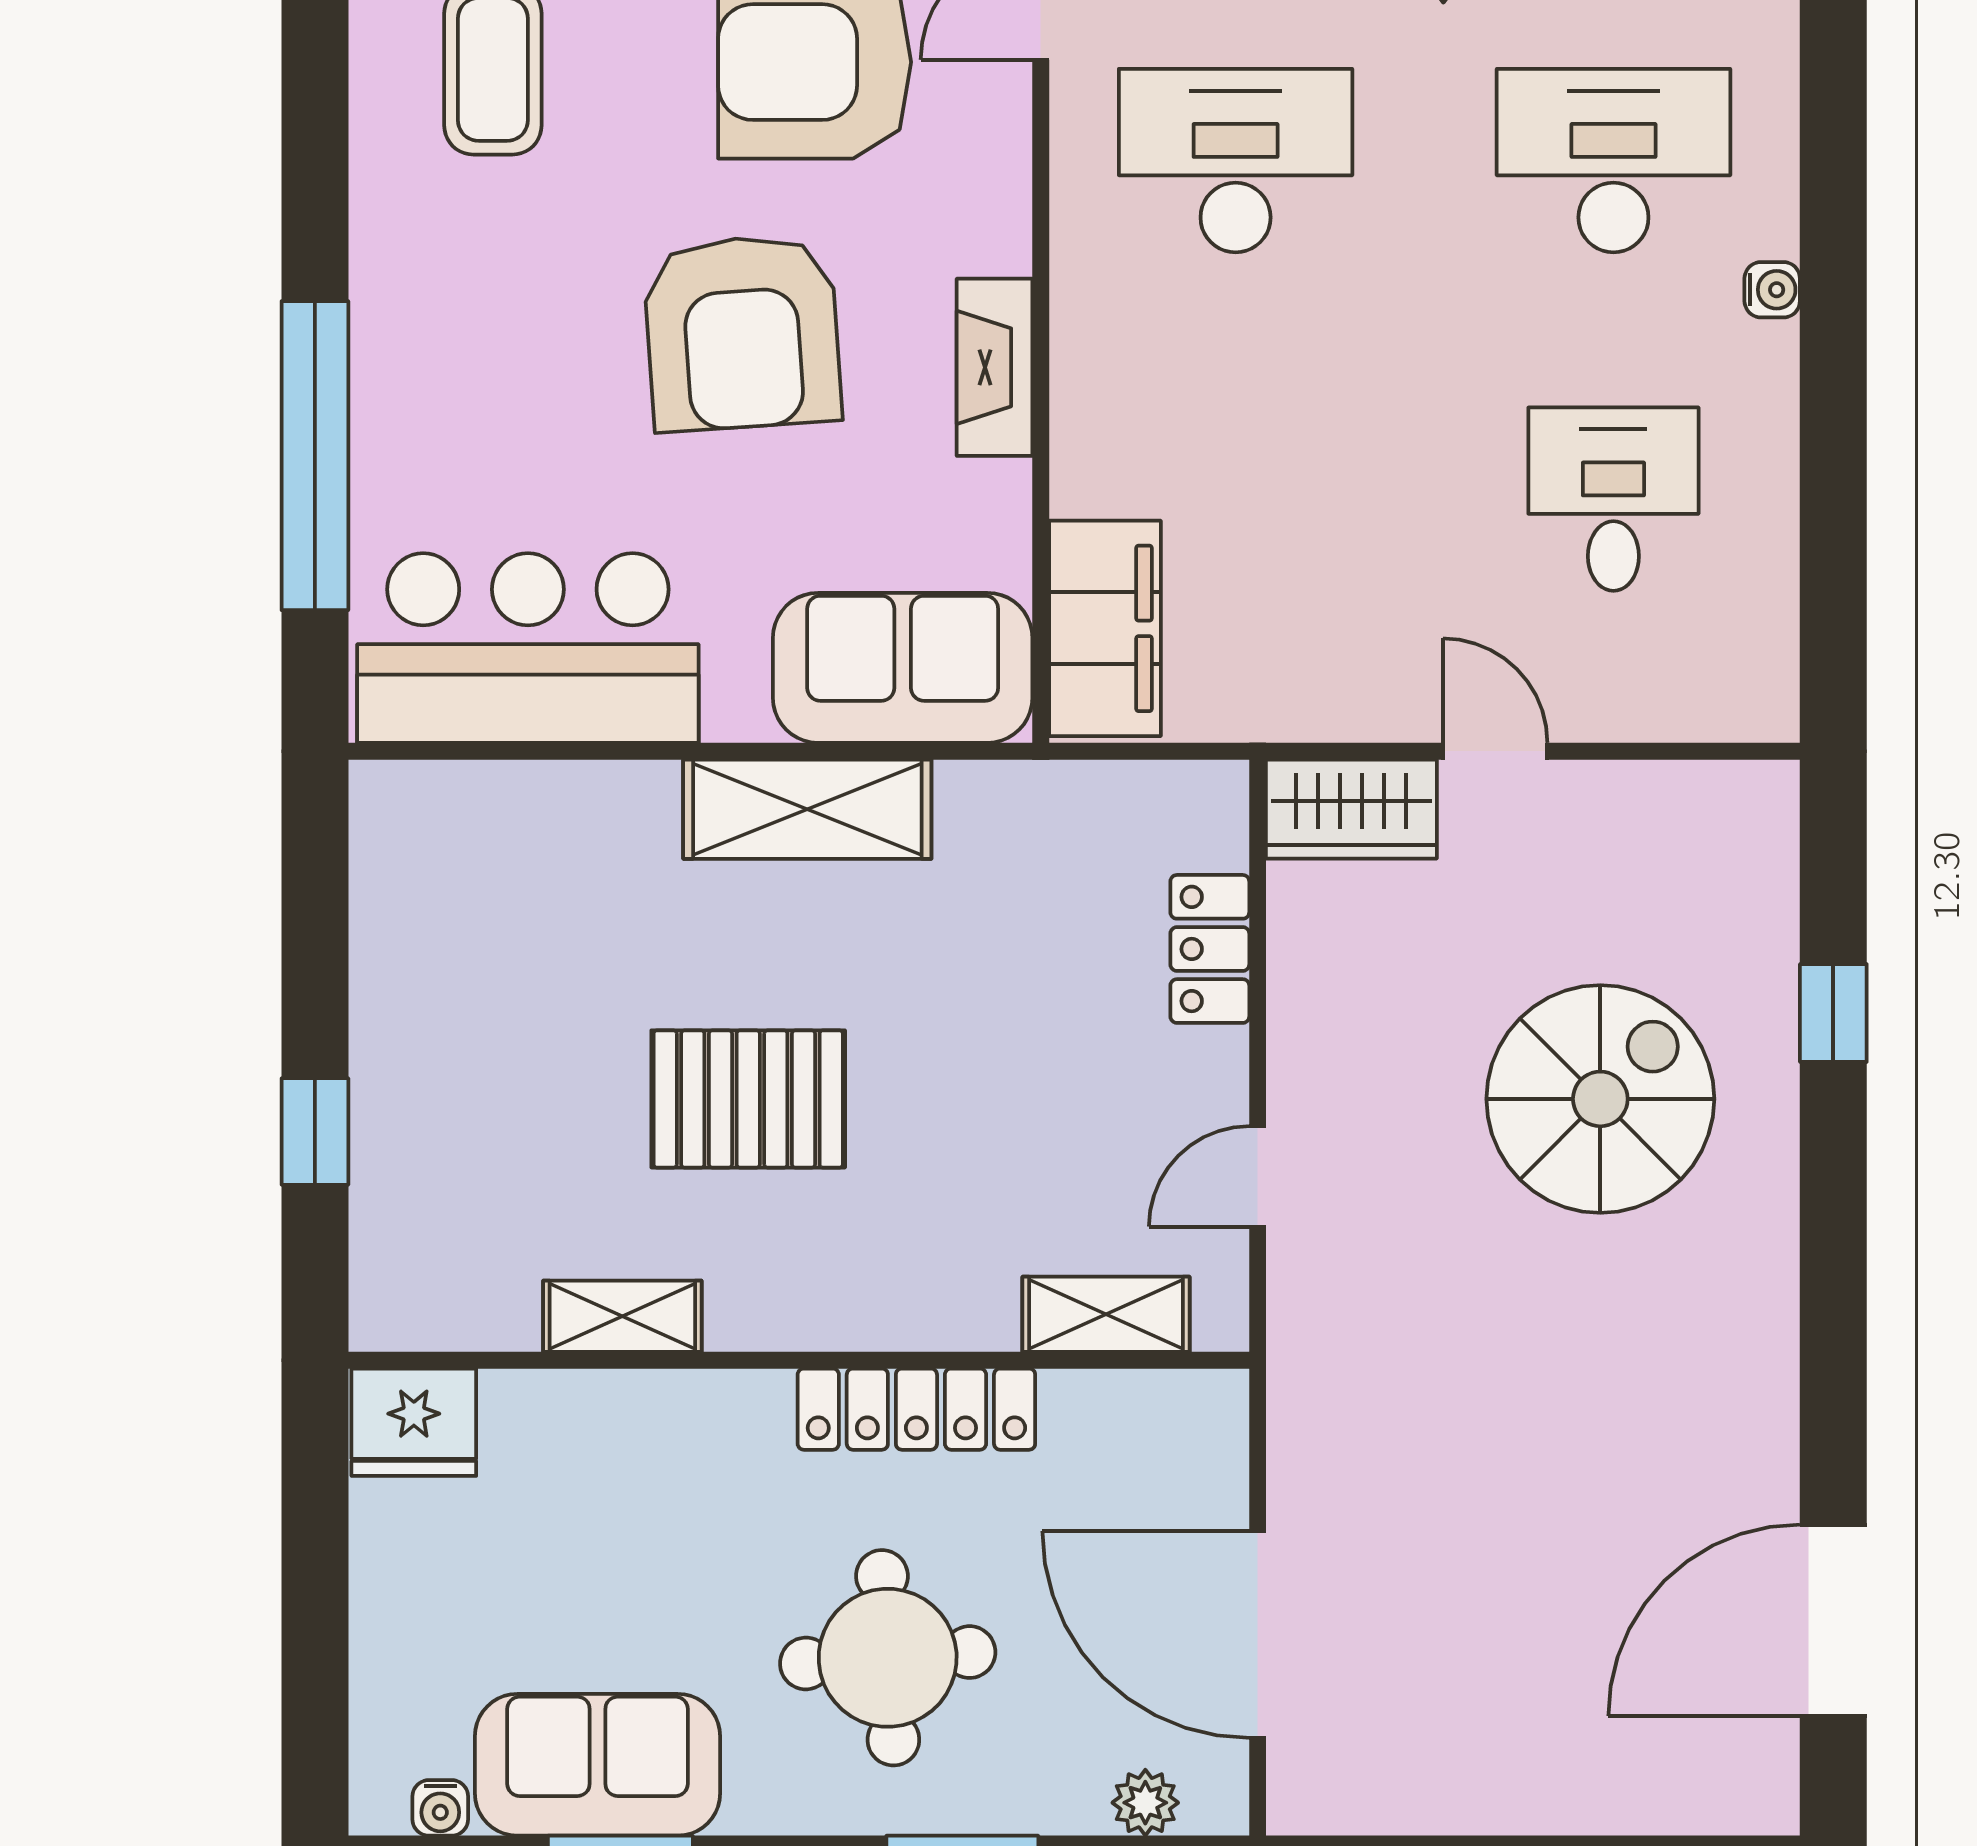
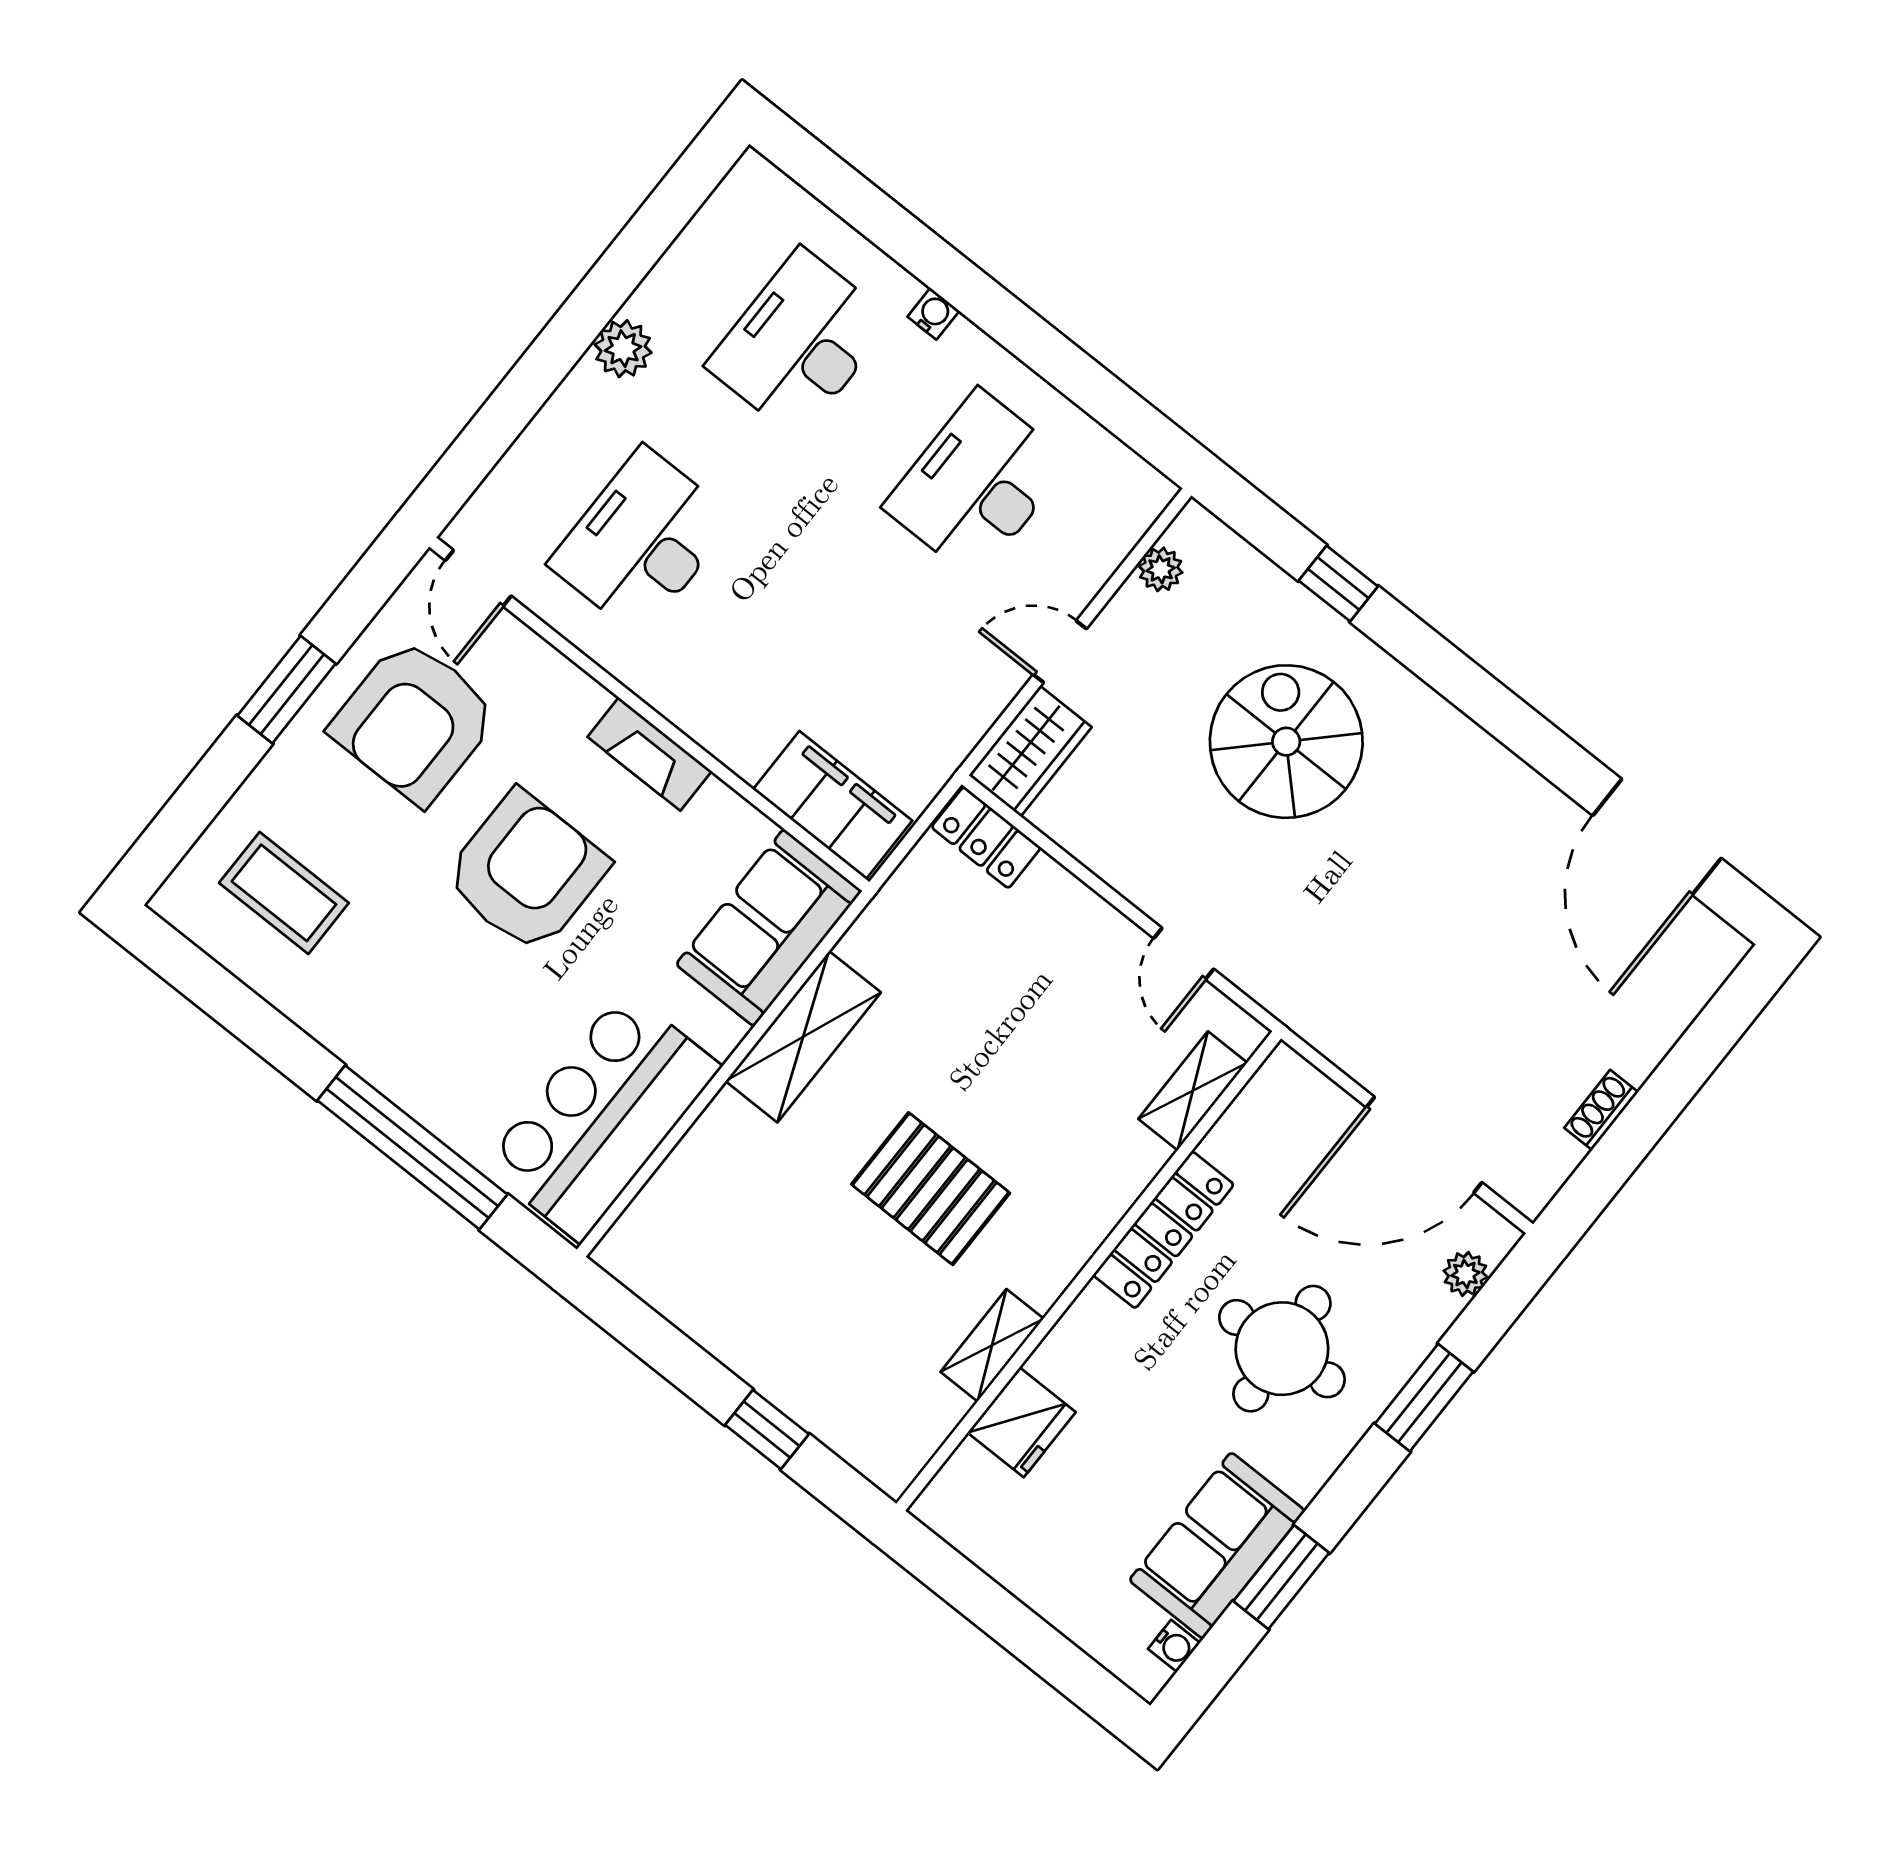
armchair: (742, 333) -> (526, 872), turned -86
desk: (1613, 499) -> (977, 484), width x1.37
plant: (1685, 792) -> (1161, 569), added
locker: (1210, 949) -> (986, 837), moved
pallet: (748, 1099) -> (931, 1189), turned 90
fridge: (414, 1422) -> (1022, 1422), moved
shoe rack: (1463, 1809) -> (1601, 1110), added

